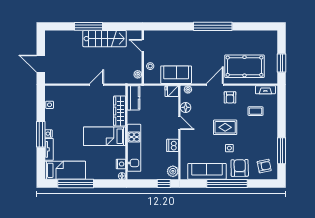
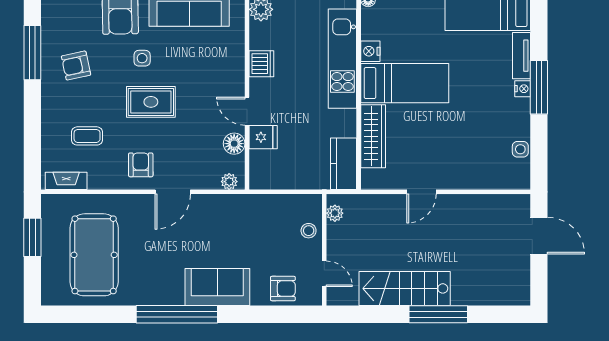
armchair: (162, 39) -> (283, 289), added
pool table: (245, 66) -> (94, 255), moved, turned 90
sofa: (176, 75) -> (217, 287), moved, turned 180
fridge: (172, 91) -> (263, 137), moved
nightstand: (121, 164) -> (370, 51), moved
armchair: (264, 166) -> (76, 66), moved

